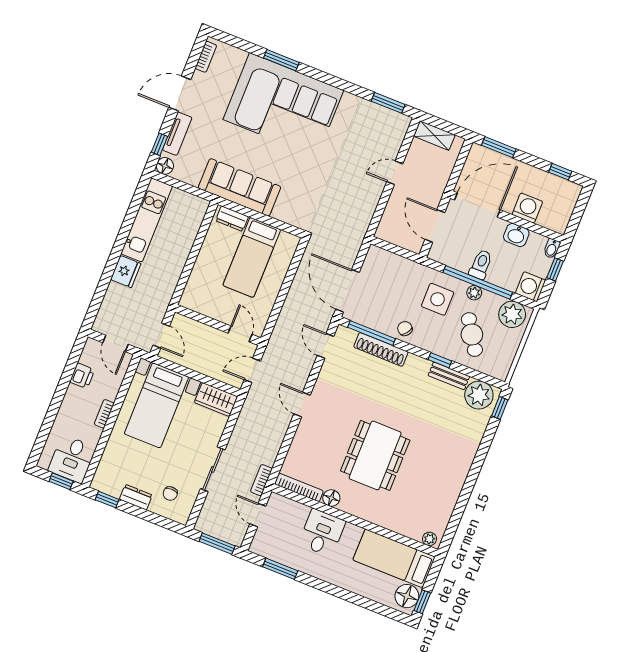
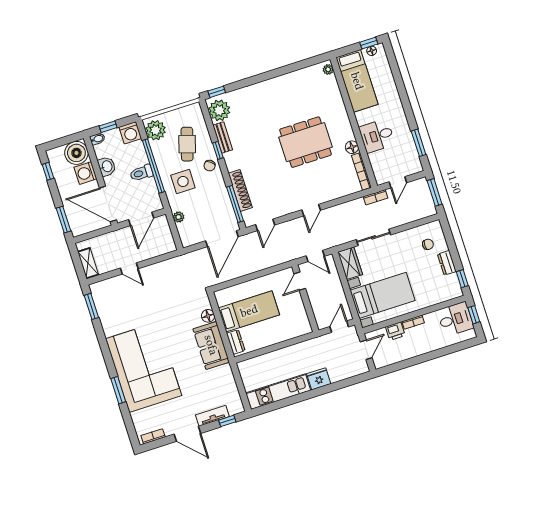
floor lamp: (165, 166) -> (208, 316), moved
sofa: (240, 187) -> (211, 345), width x0.73
boiler: (555, 216) -> (76, 153), added
plant: (474, 293) -> (179, 217), moved
chair: (405, 329) -> (210, 166), moved
cafe table: (472, 335) -> (187, 144), turned -40
printer: (82, 376) -> (395, 331), moved, turned 180
sliding door: (213, 469) -> (373, 237), moved
floor lamp: (407, 596) -> (372, 51), width x0.53, depth x0.53

